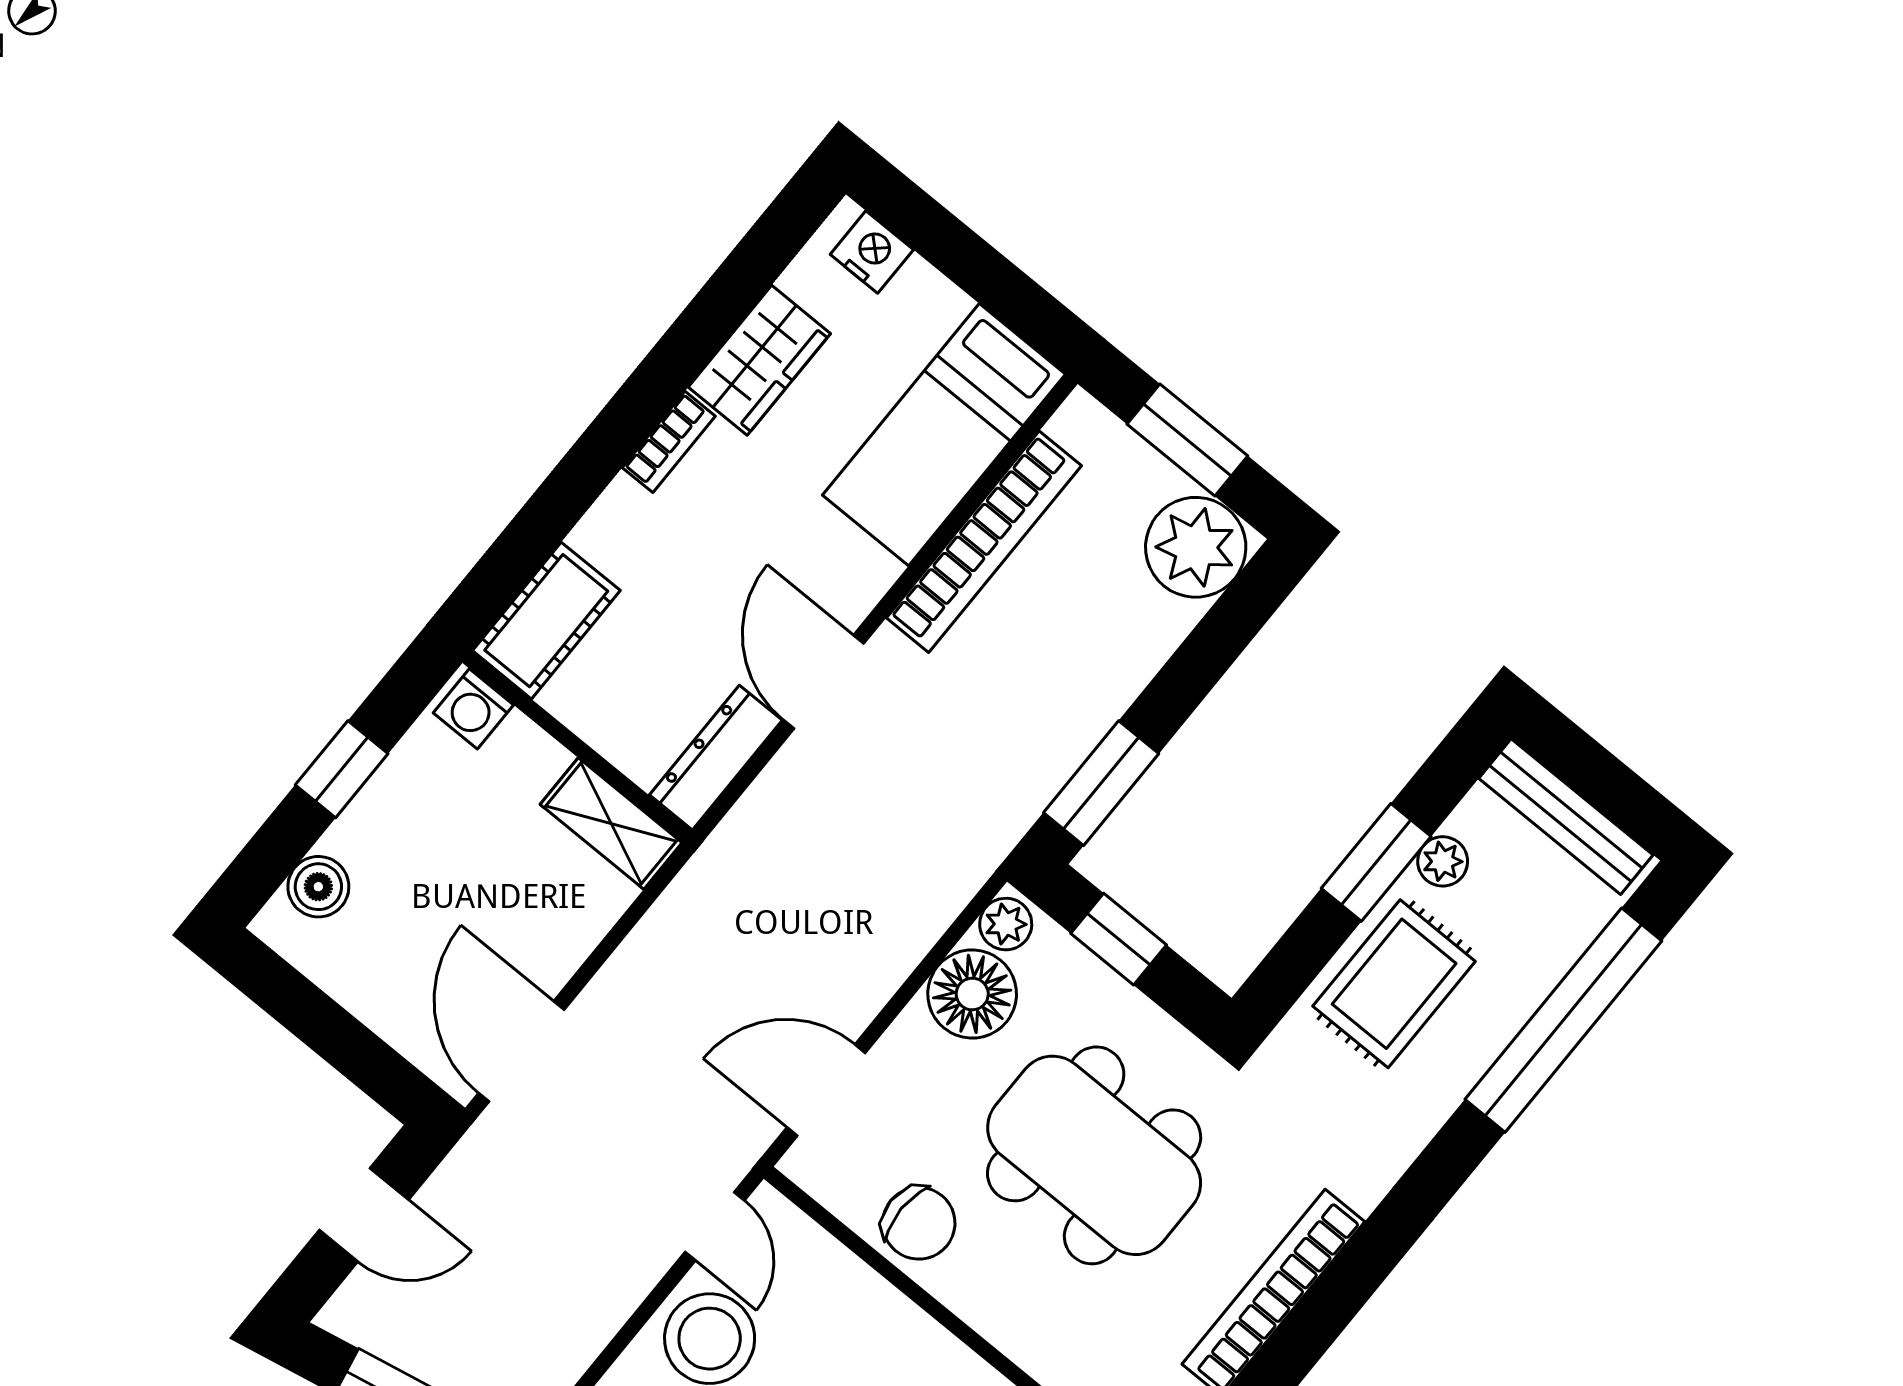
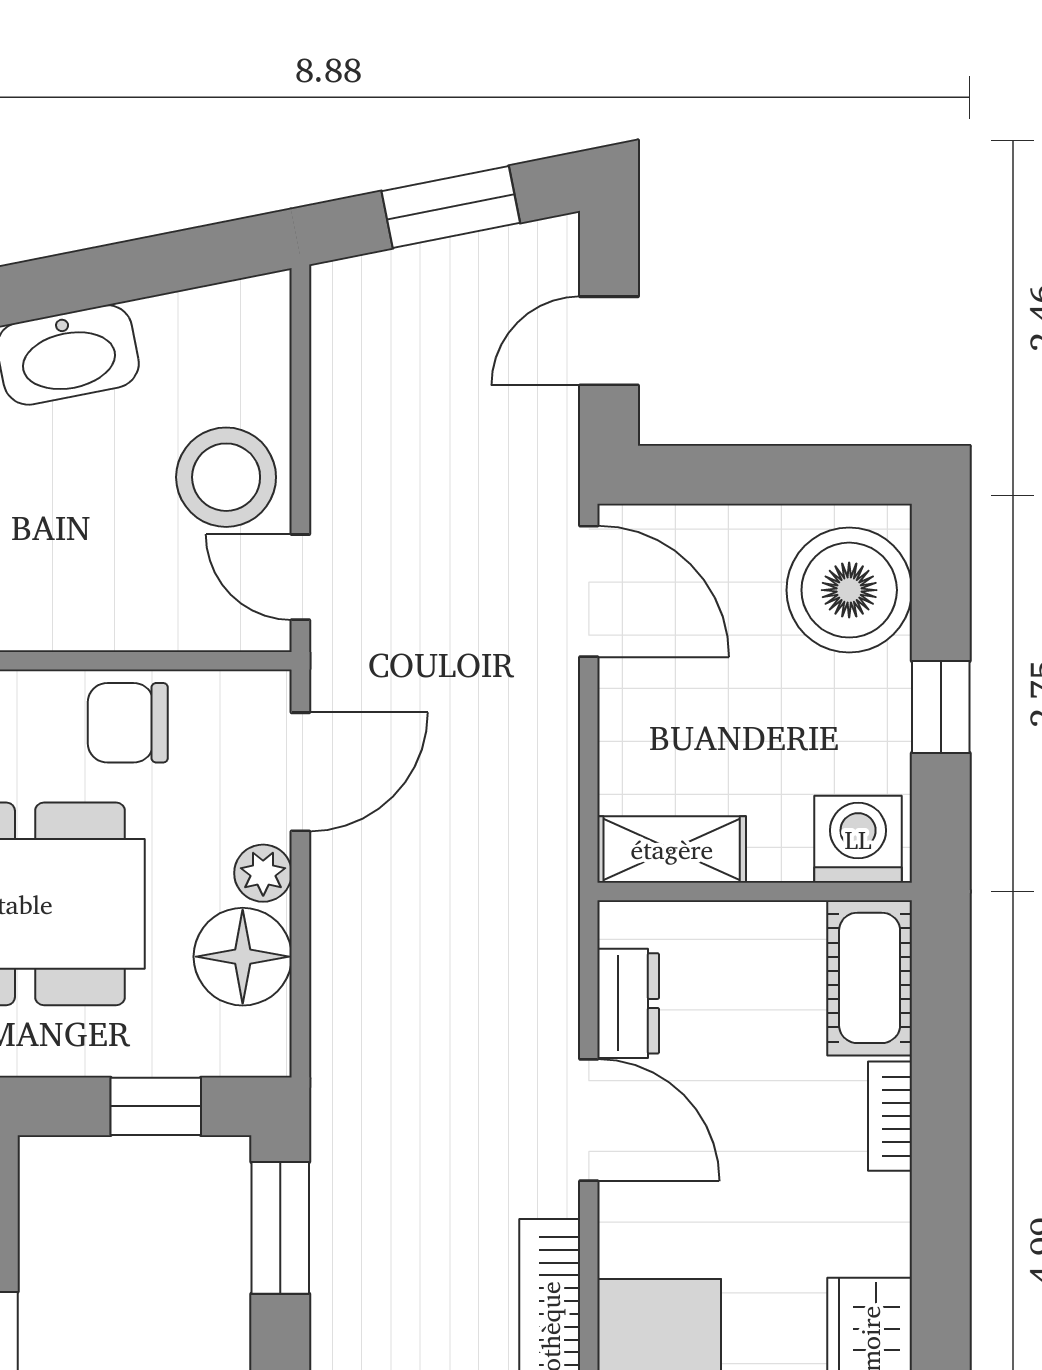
bookcase: (669, 442) -> (890, 1116), moved
washing machine: (473, 709) -> (858, 839), width x1.38, depth x1.38
dresser: (716, 758) -> (628, 1003), width x0.70
boiler: (318, 887) -> (849, 590), width x1.86, depth x1.86
plant: (1006, 924) -> (263, 873), moved

